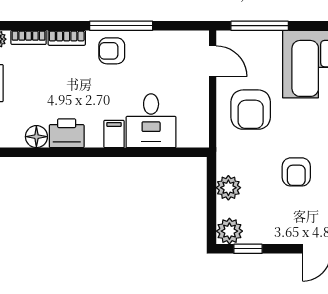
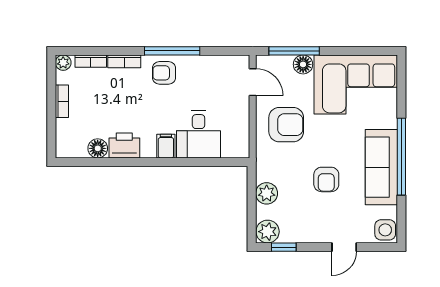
floor lamp: (270, 41) -> (303, 64), added
armchair: (251, 110) -> (286, 125), turned -90

